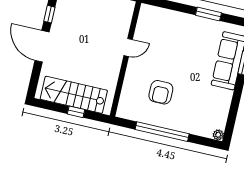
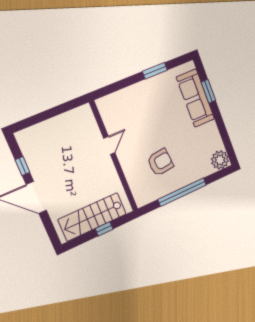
armchair: (161, 92) -> (160, 162), turned -96
plant: (218, 135) -> (220, 160), width x1.88, depth x1.88

